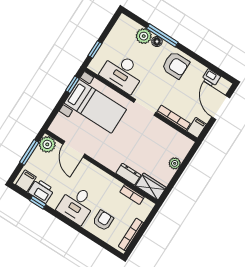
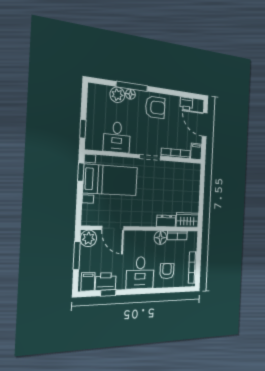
desk: (122, 73) -> (117, 137), width x0.73
plant: (175, 163) -> (195, 190), removed
floor lamp: (114, 186) -> (160, 238), added

